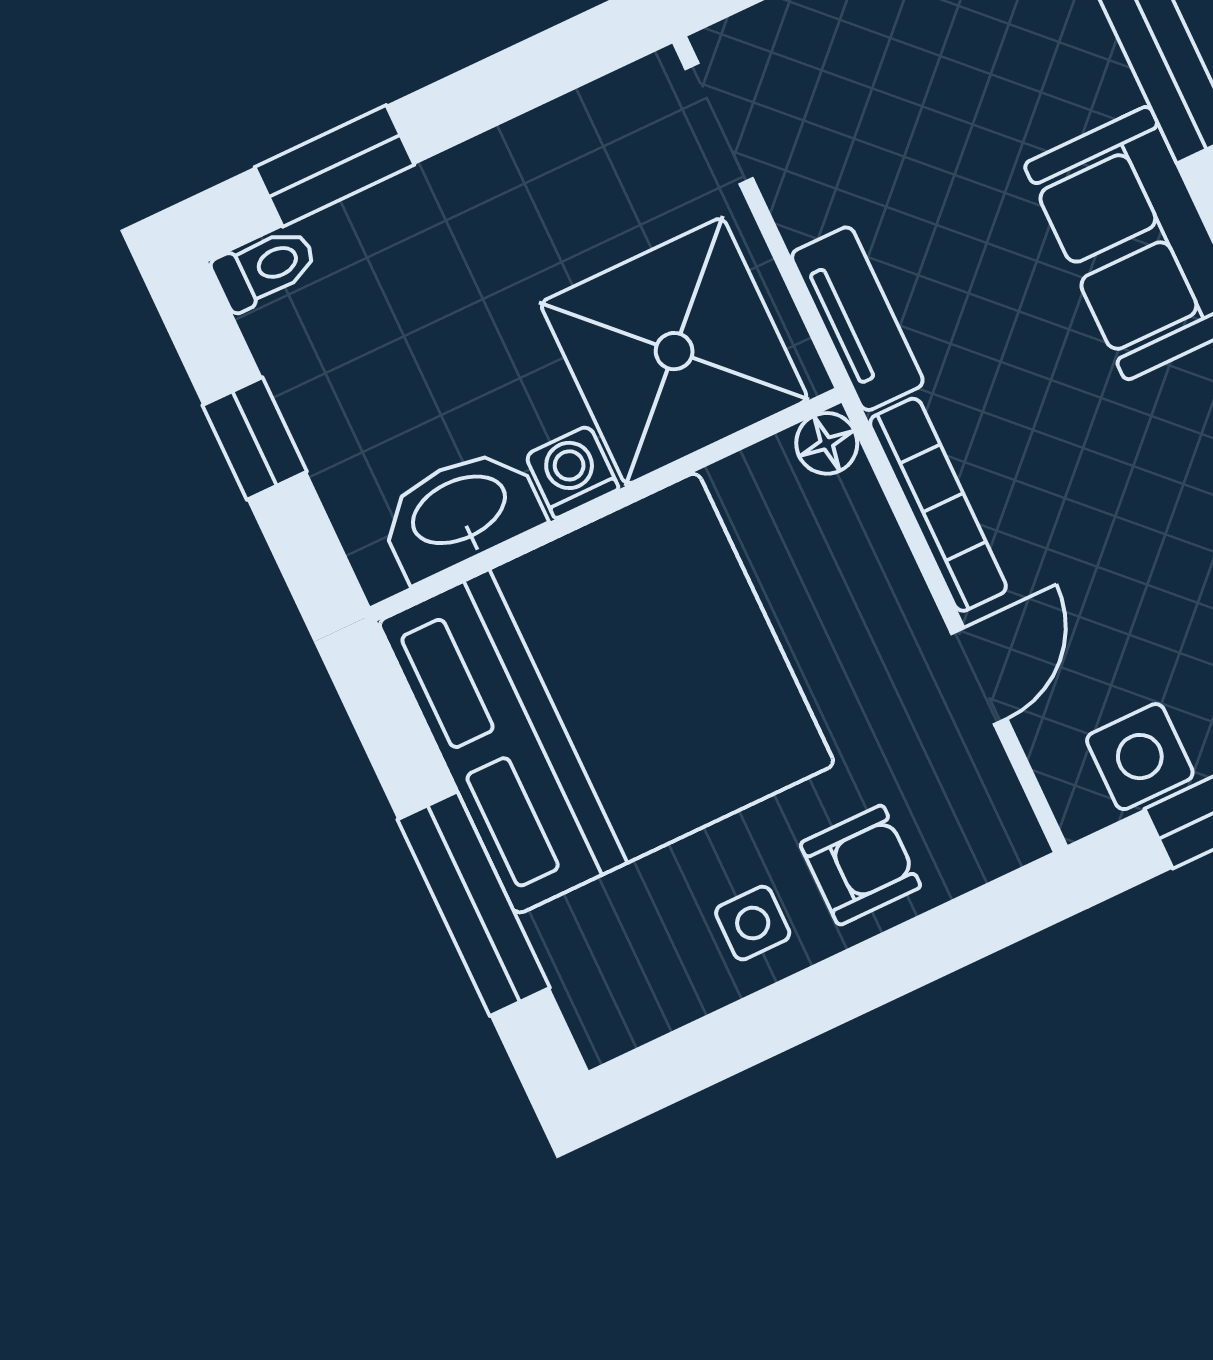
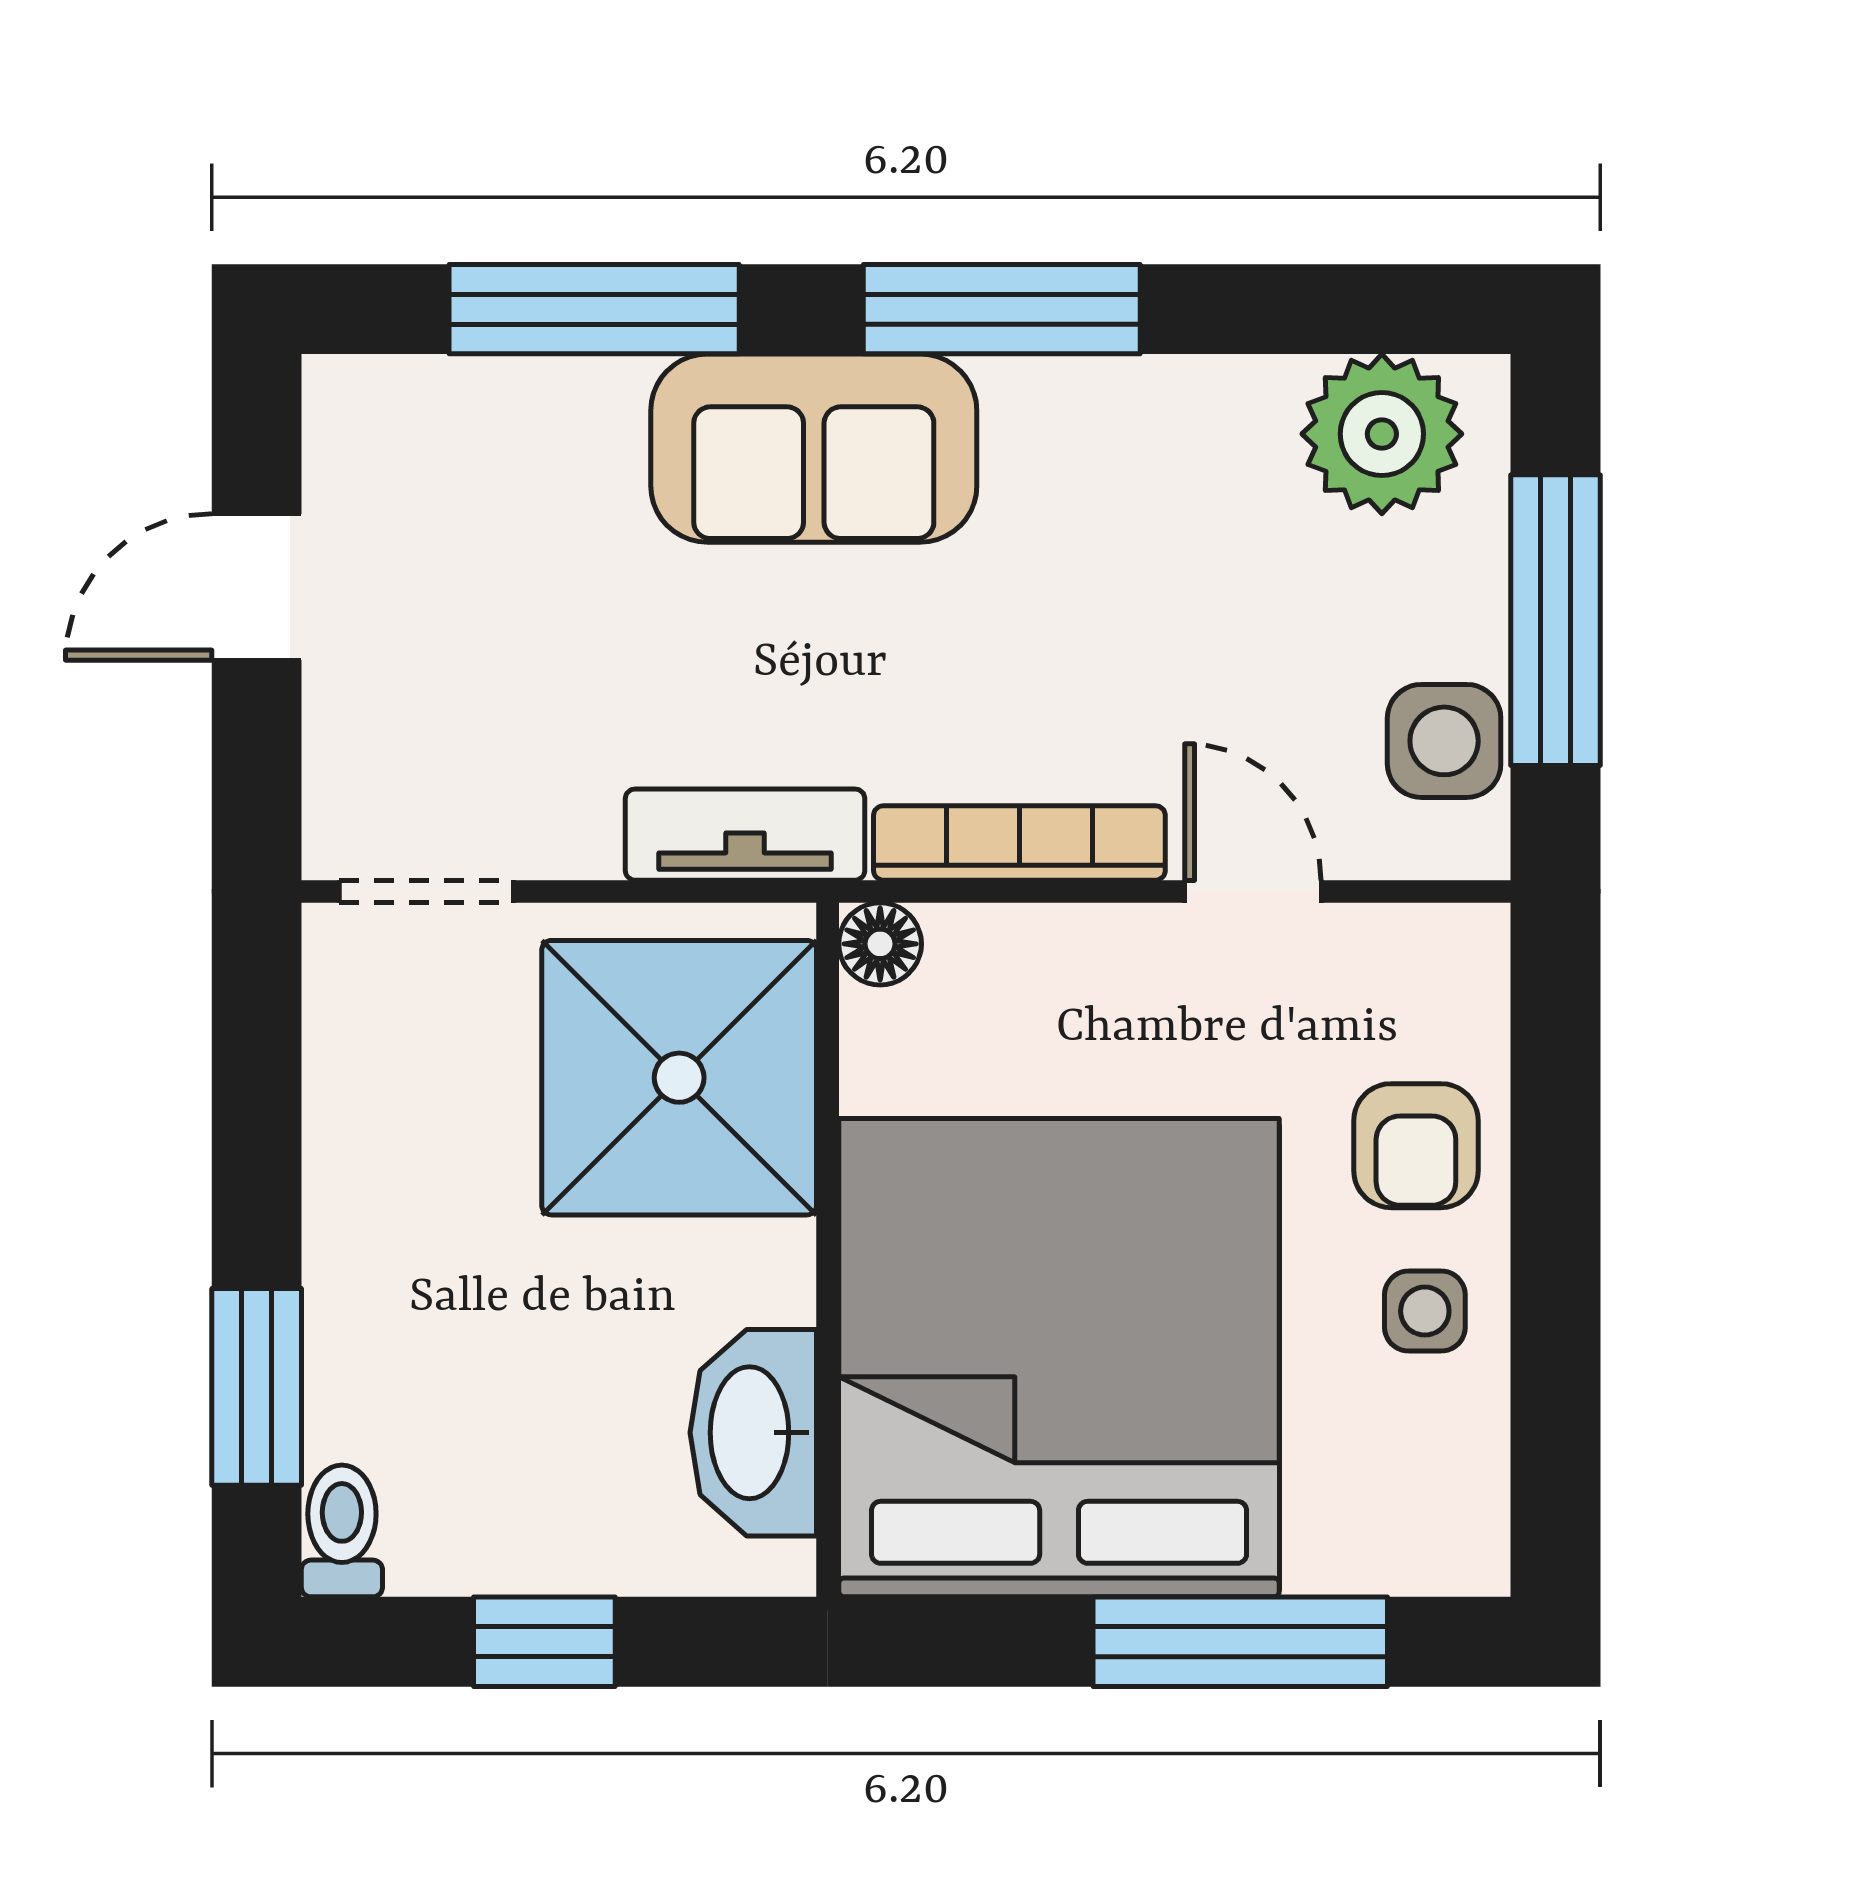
washing machine: (572, 472) -> (768, 1272), removed
armchair: (860, 865) -> (1416, 1146), turned 180

